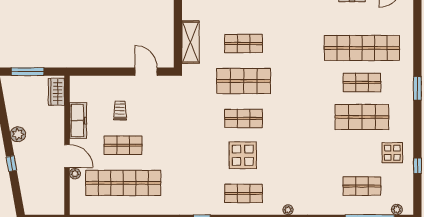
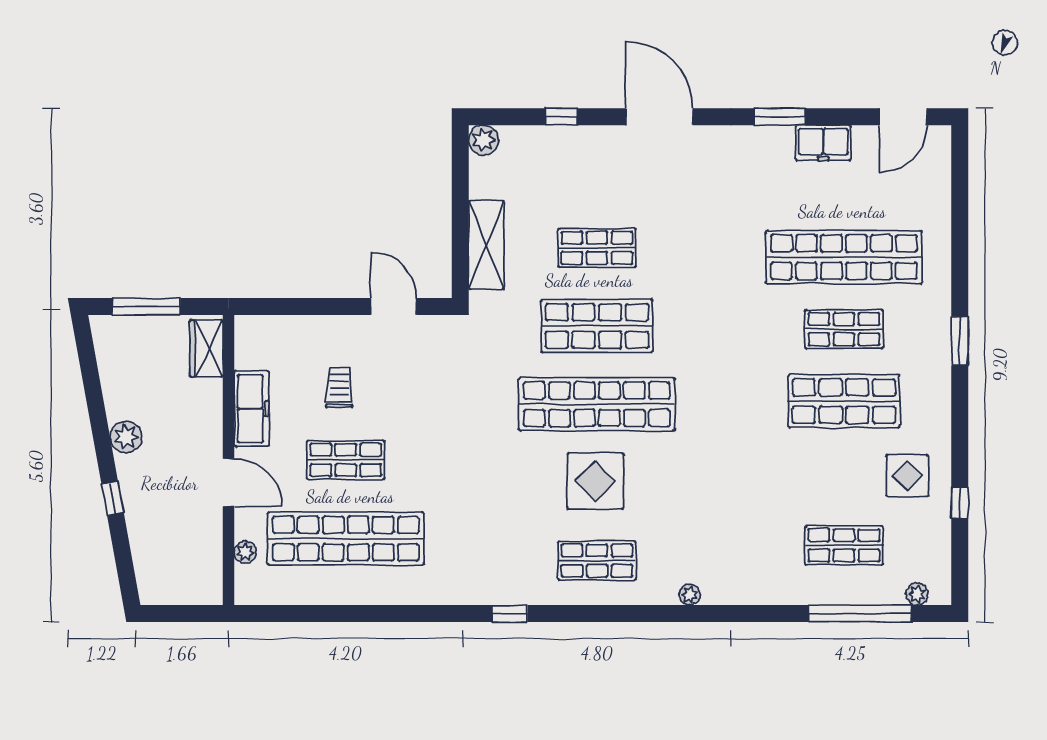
shop shelf: (244, 118) -> (597, 404), width x2.00, depth x1.36
plant: (75, 174) -> (245, 552), moved

